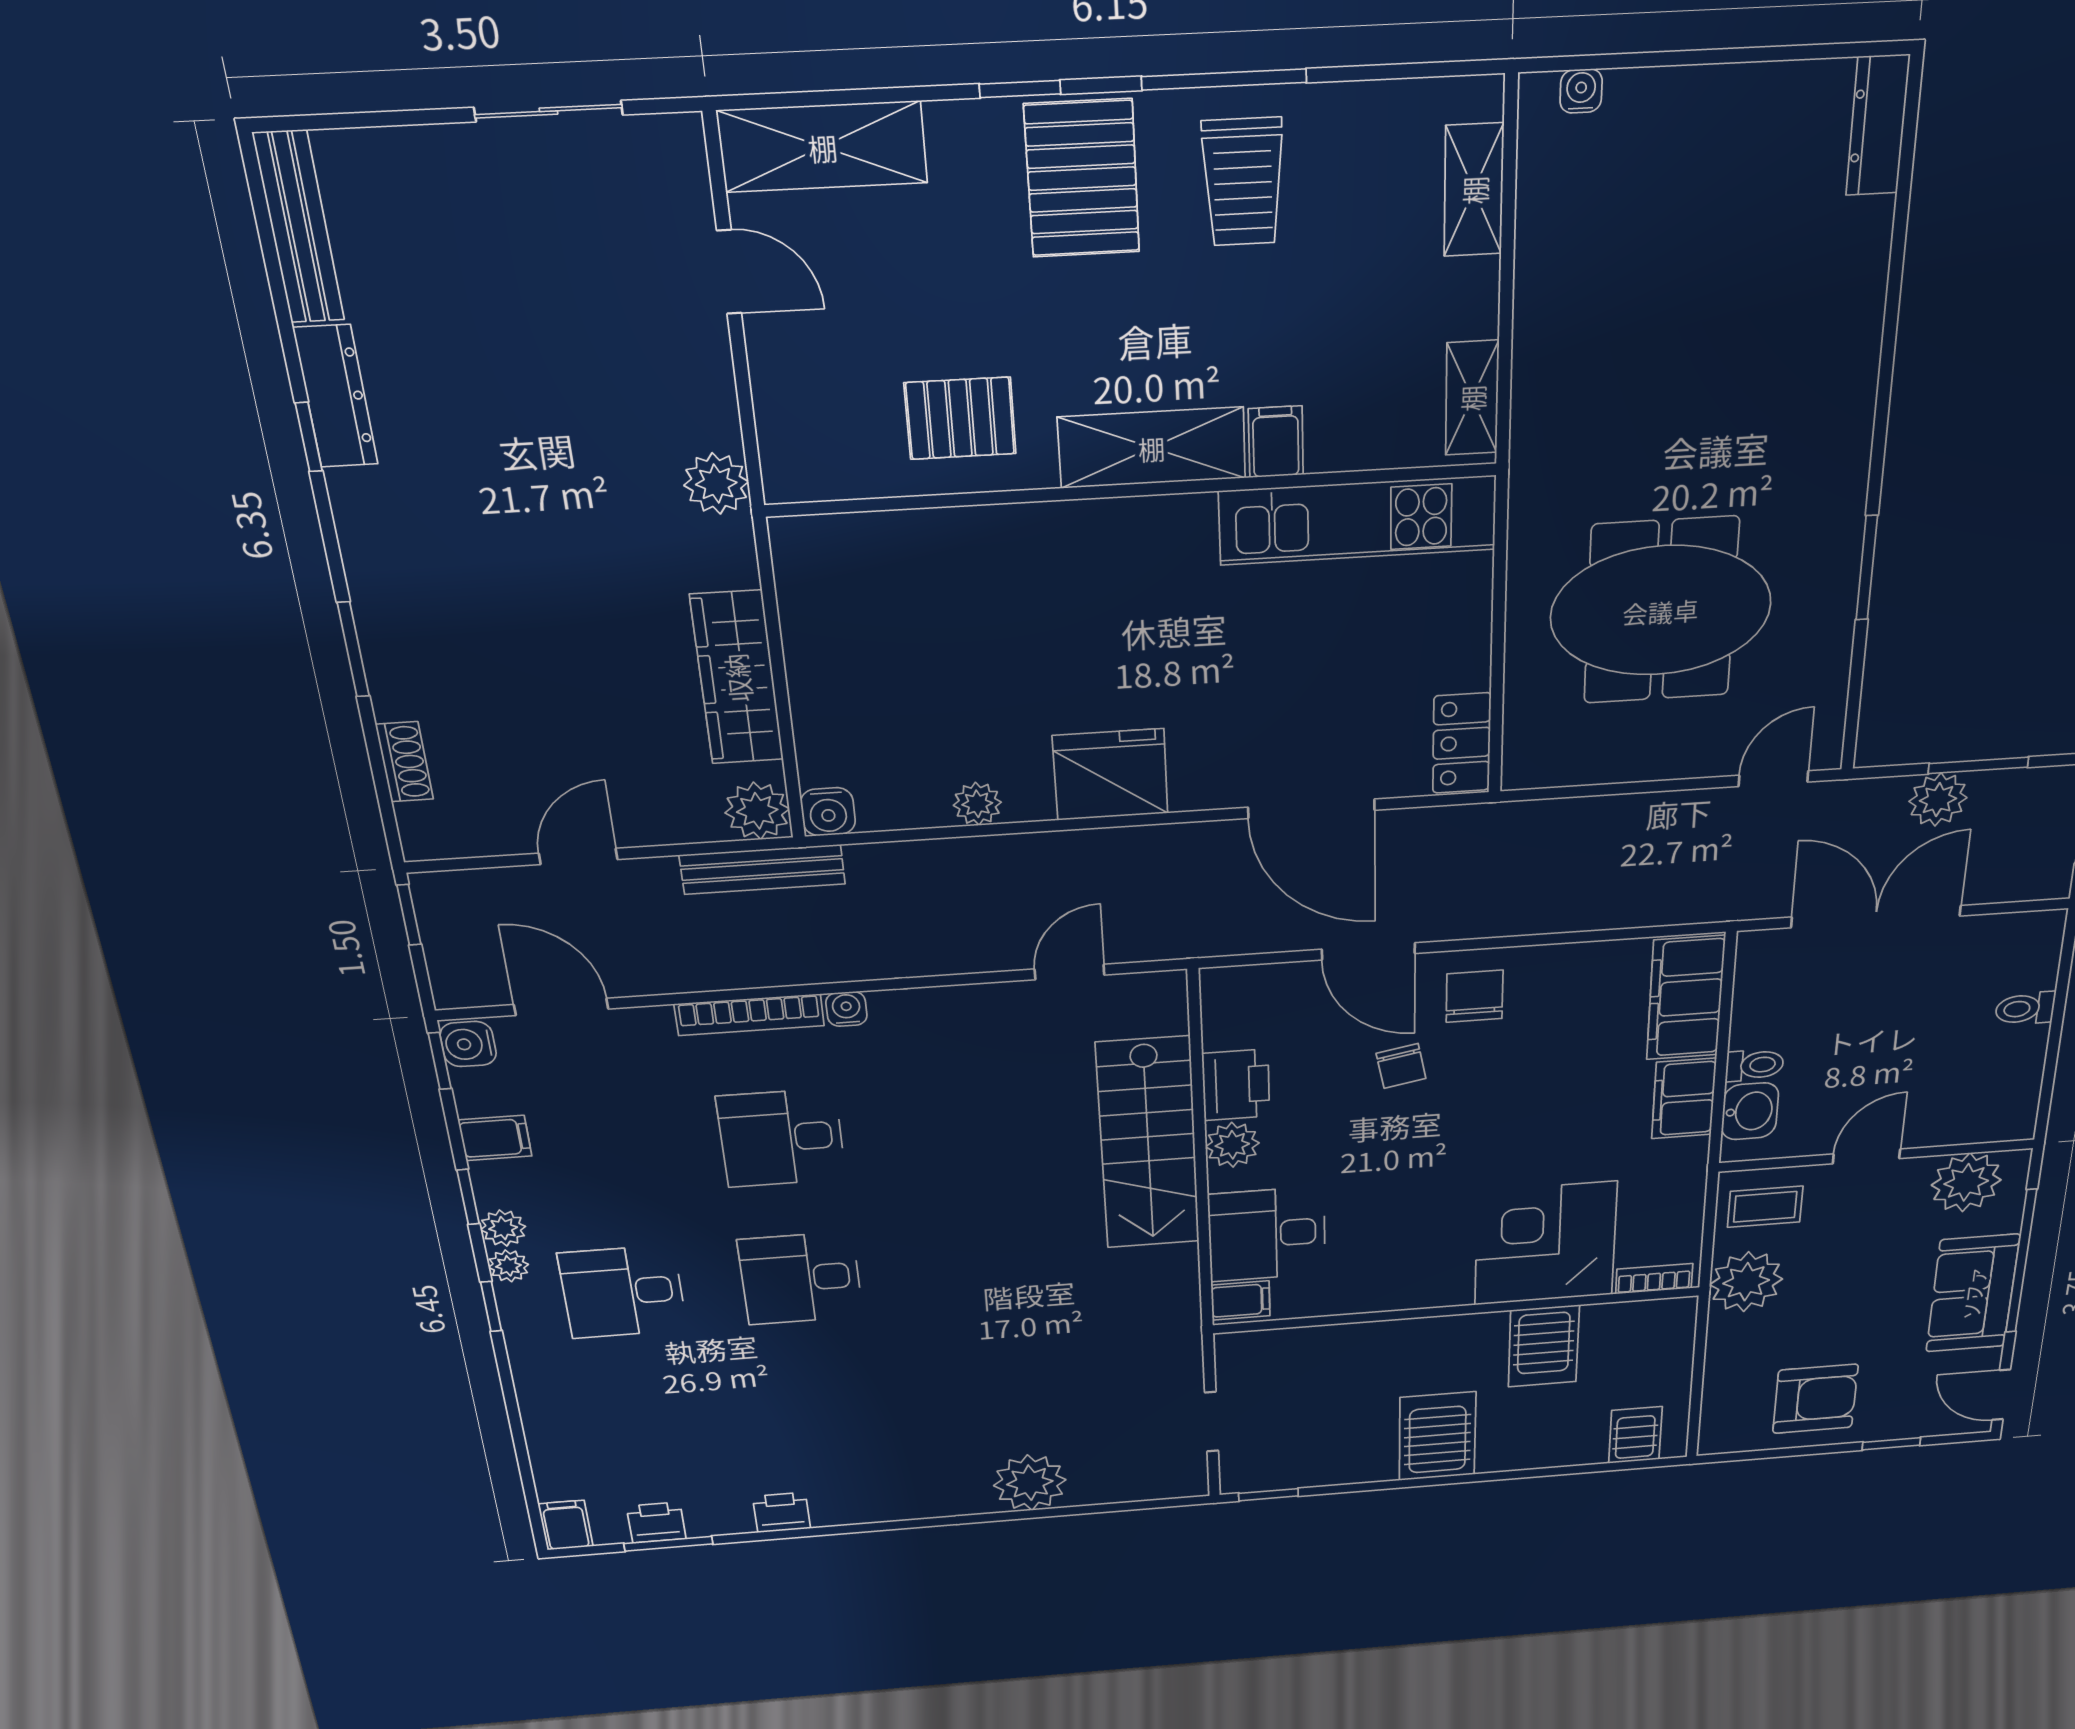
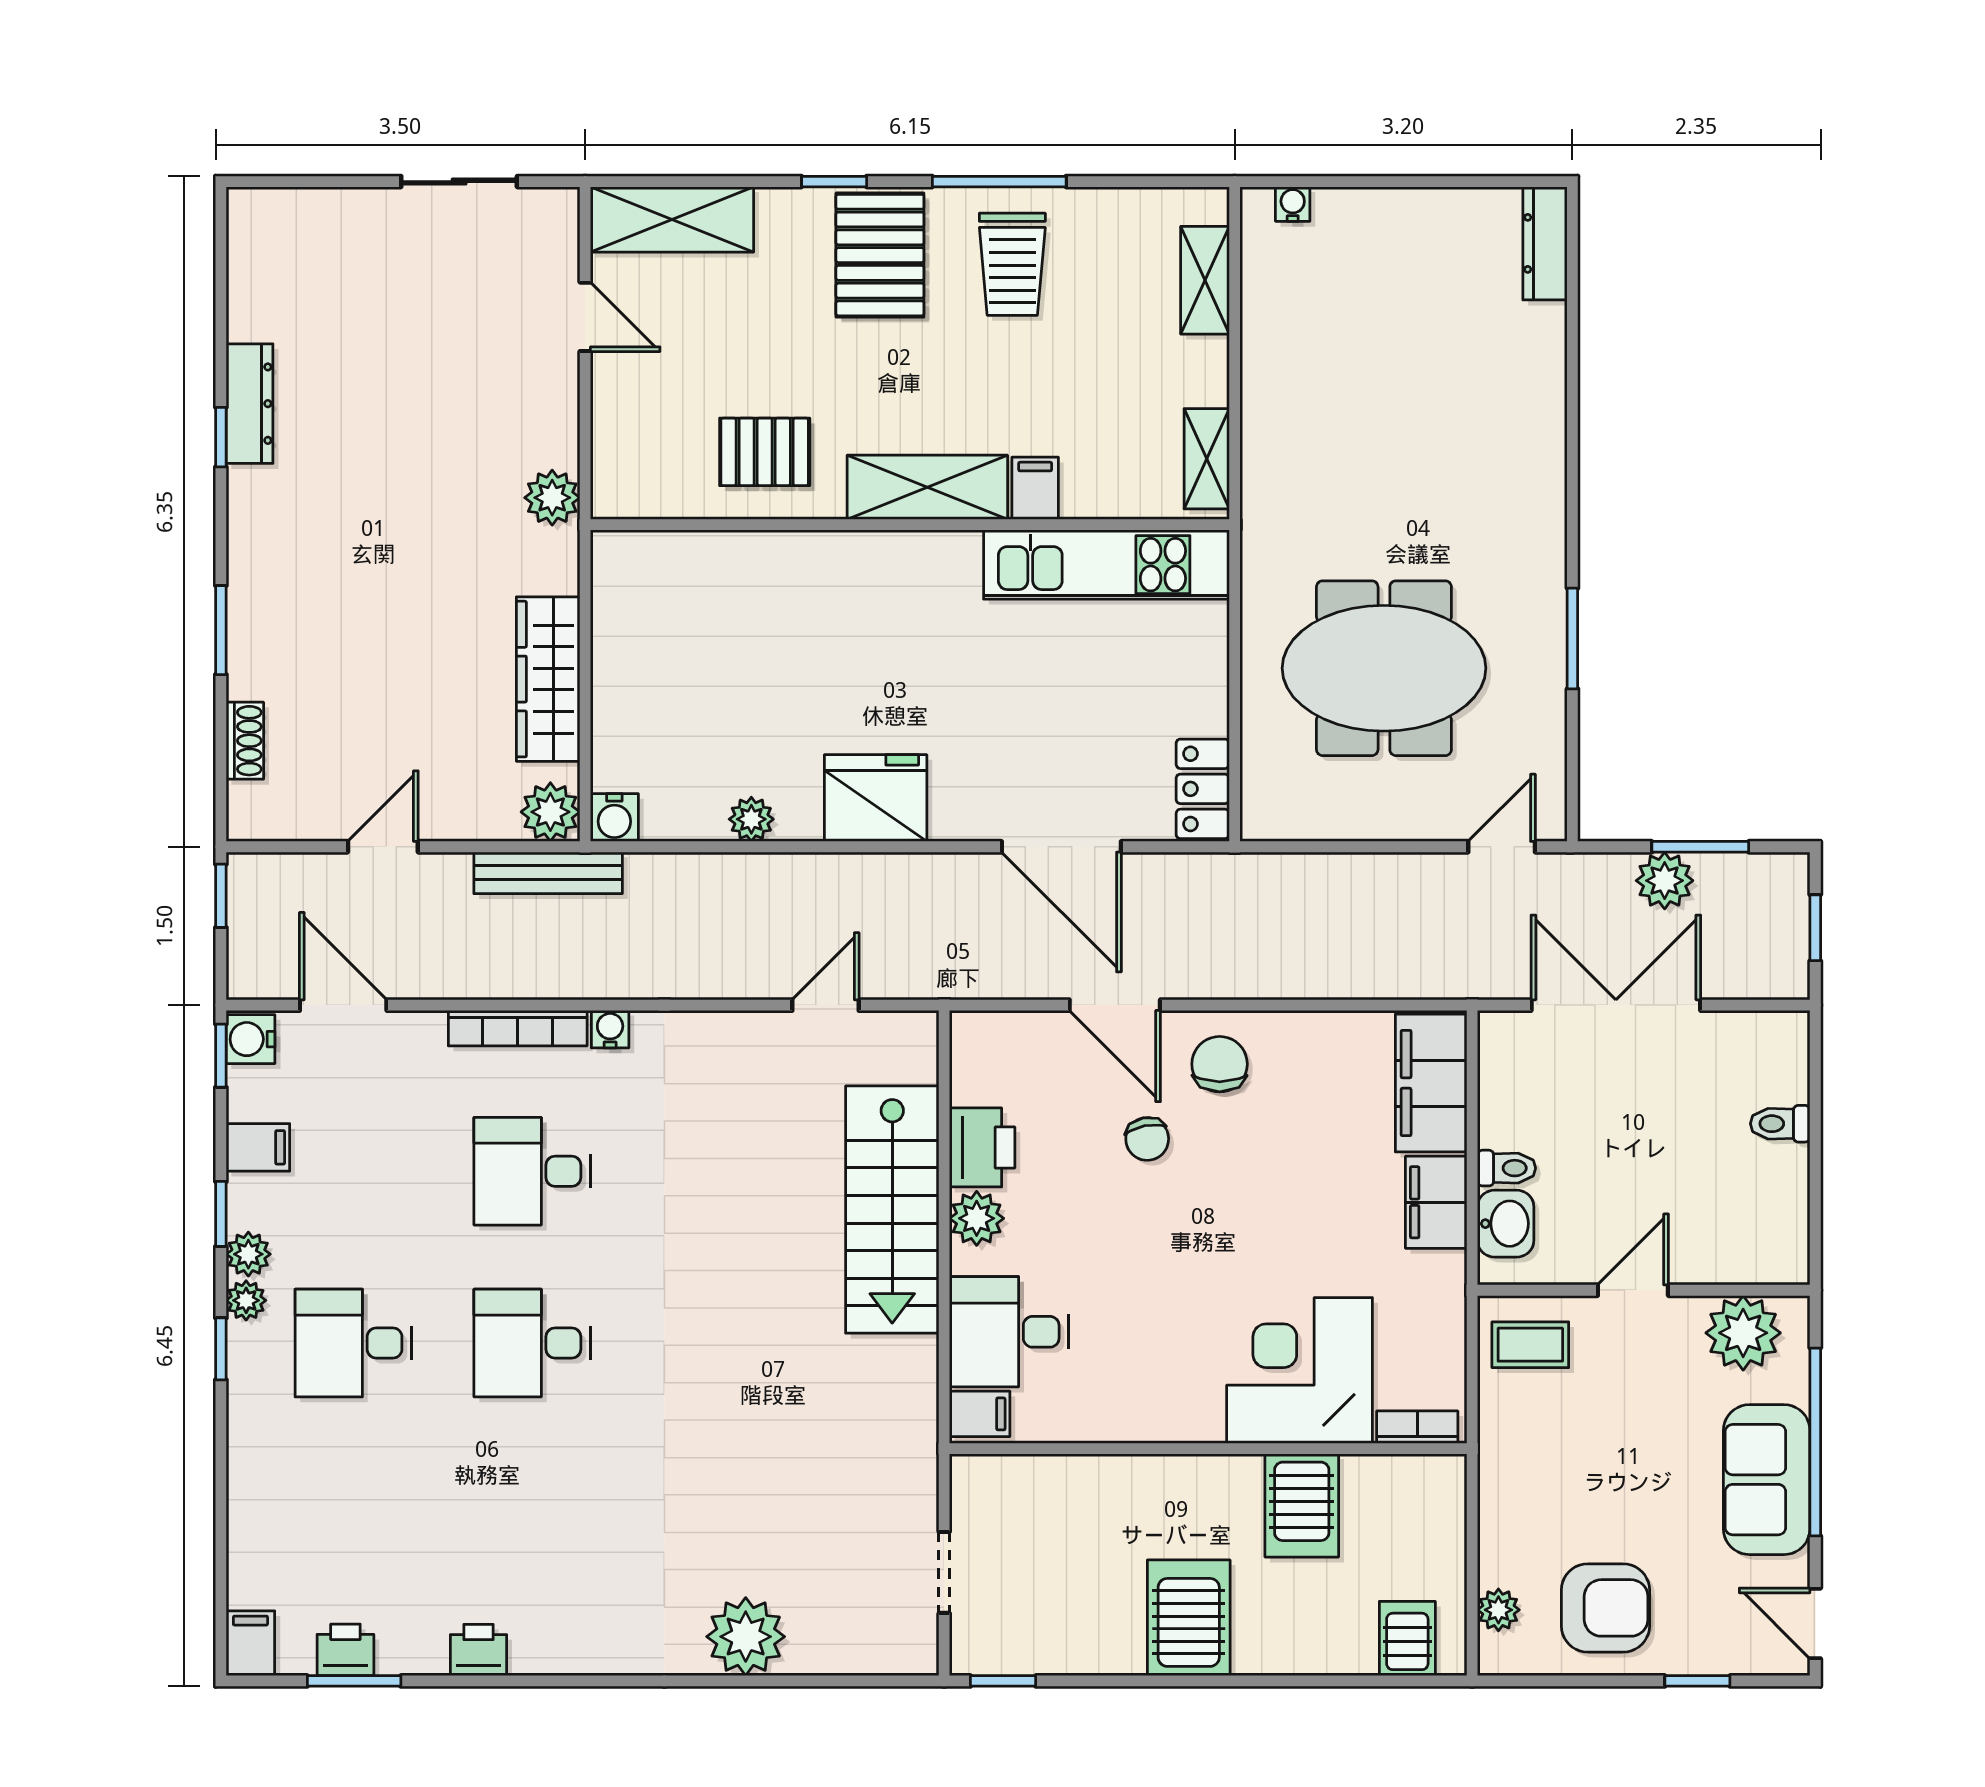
bench: (299, 227) -> (248, 263), removed
plant: (1746, 1282) -> (1498, 1610), moved, width x0.53, depth x0.53

